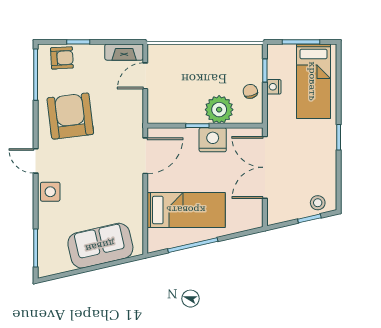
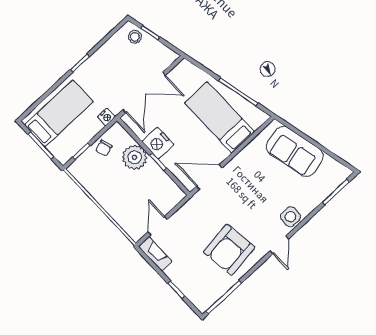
armchair: (62, 58) -> (197, 290), removed
door: (145, 76) -> (158, 226), swing flipped
nightstand: (274, 87) -> (106, 117), moved

